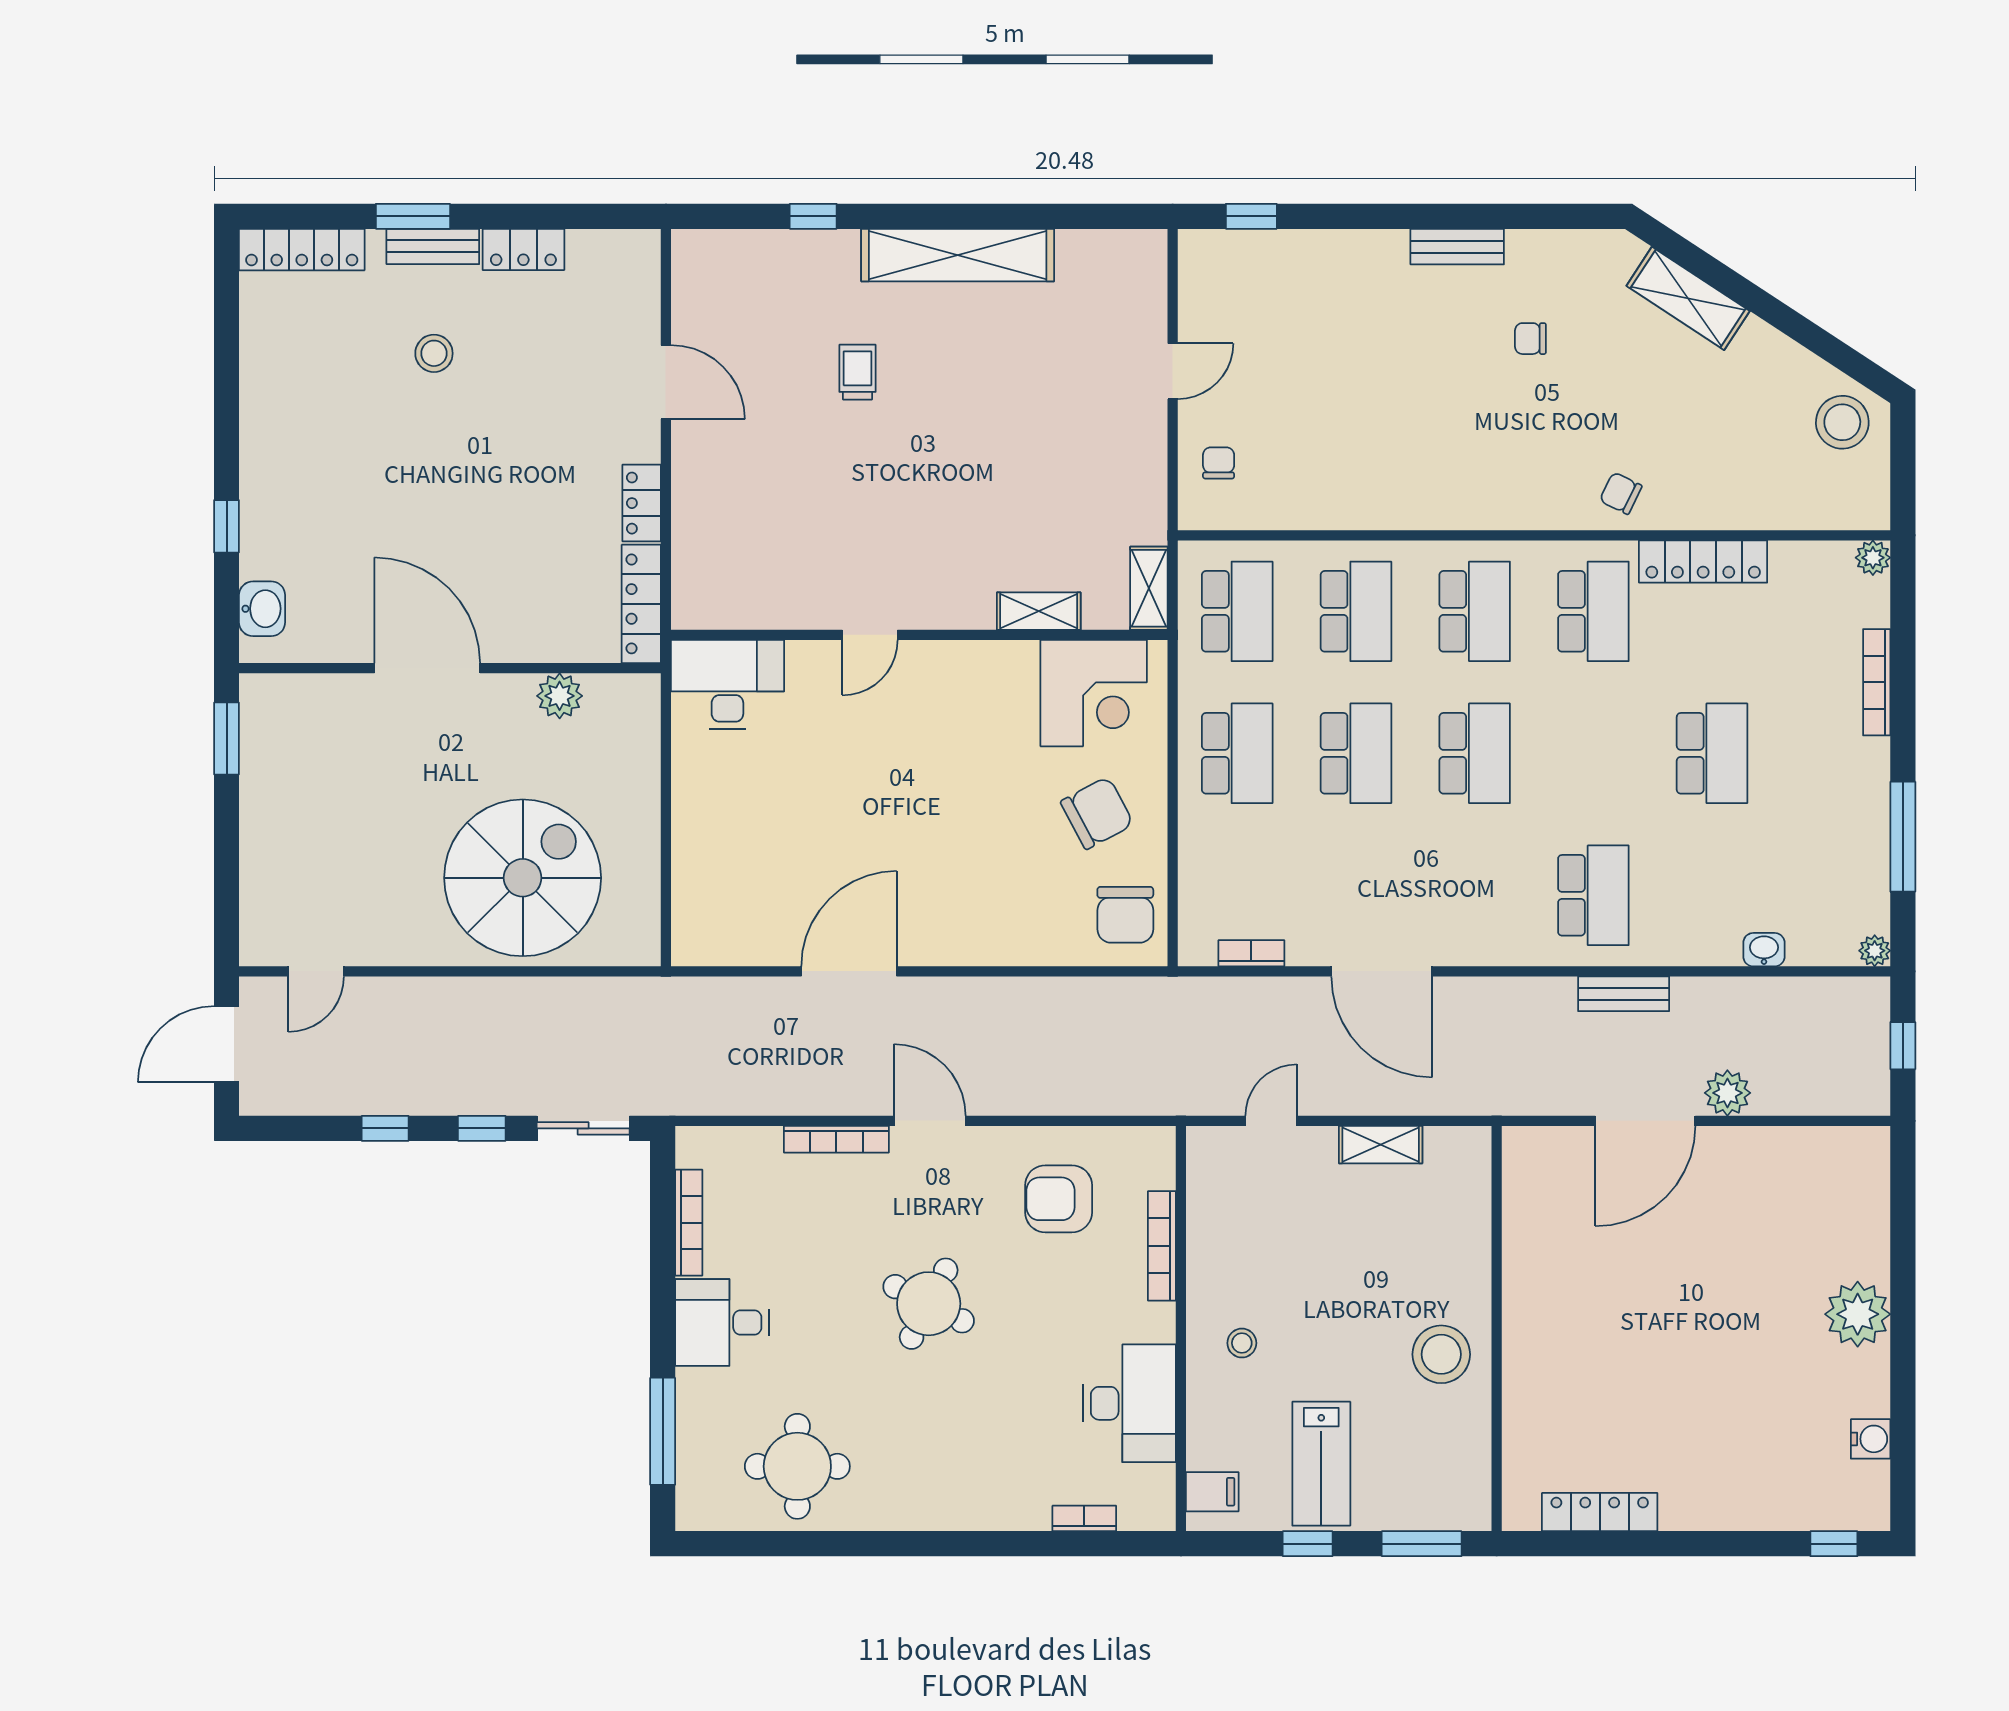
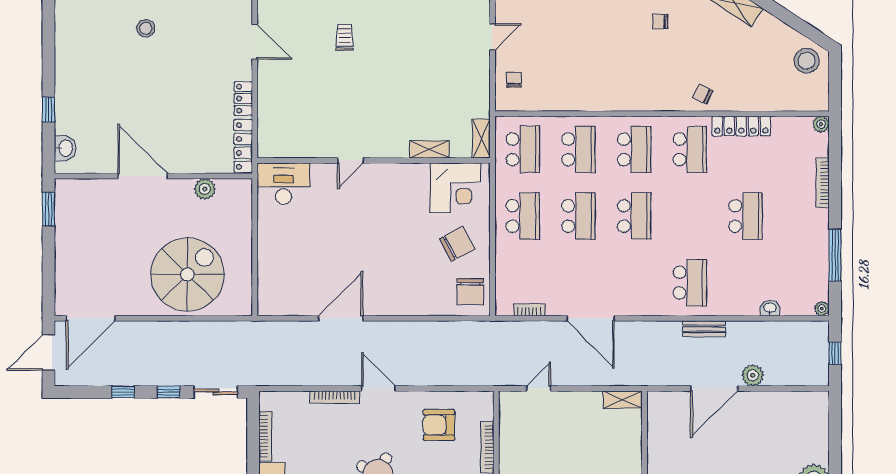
door: (316, 971) -> (91, 318), width x1.87
shelving: (1381, 1145) -> (623, 400), moved

